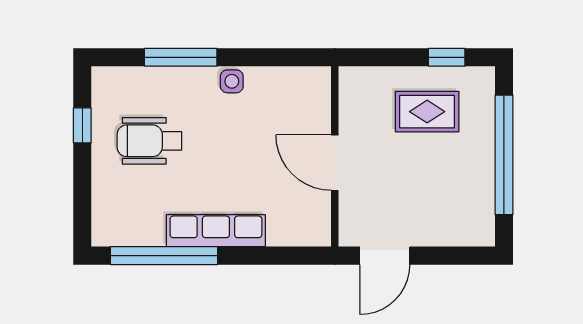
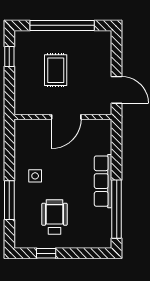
side table: (232, 81) -> (35, 176), moved
rug: (427, 112) -> (56, 70), moved
wheelchair: (149, 141) -> (54, 217), turned 180

